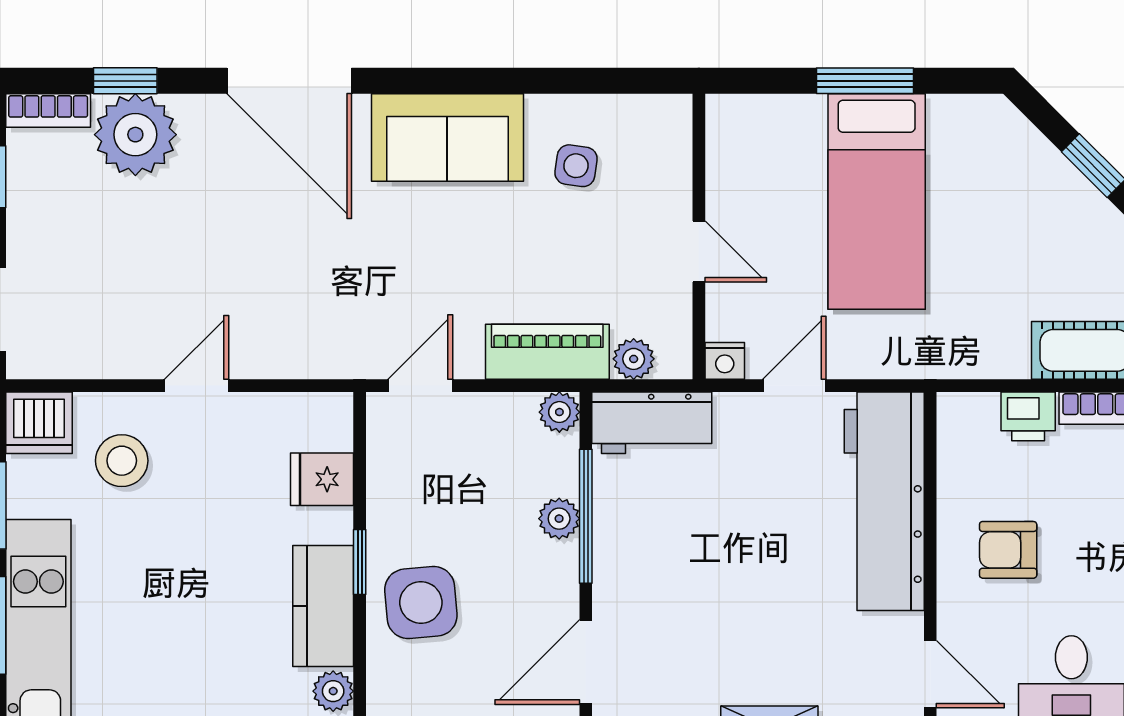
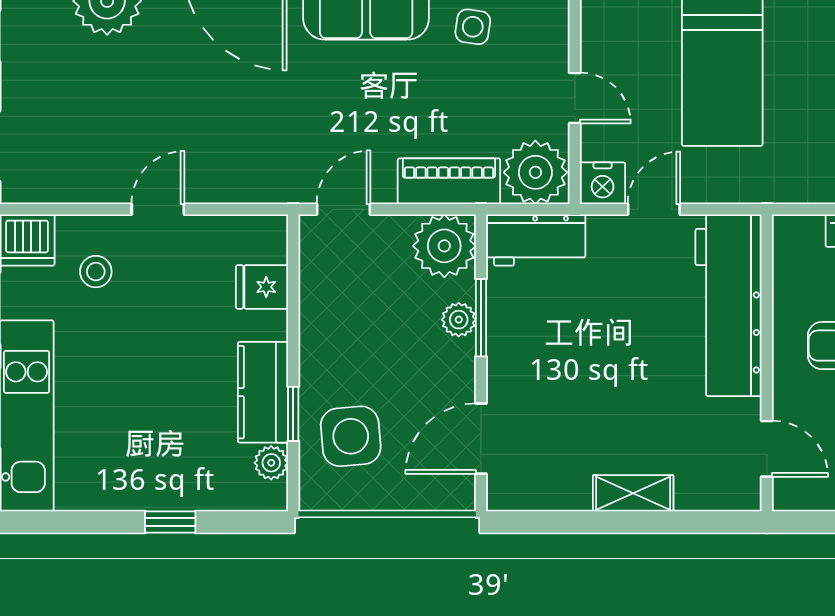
plant: (634, 359) -> (535, 172), width x1.88, depth x1.88
nightstand: (725, 361) -> (603, 183), width x1.39, depth x1.35
plant: (559, 412) -> (444, 246), width x1.88, depth x1.88
stool: (122, 461) -> (96, 272), width x0.73, depth x0.73
window: (586, 516) -> (481, 318), width x0.69
window: (360, 562) -> (293, 414), moved
side table: (421, 603) -> (351, 436), moved

